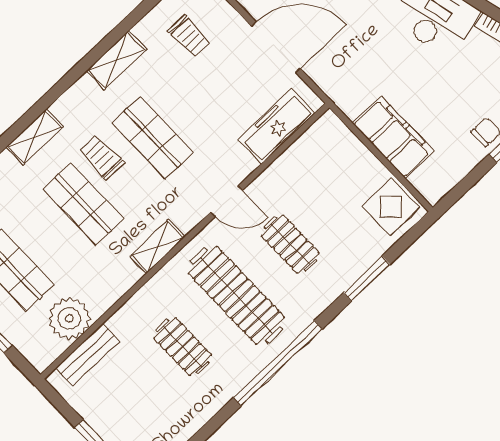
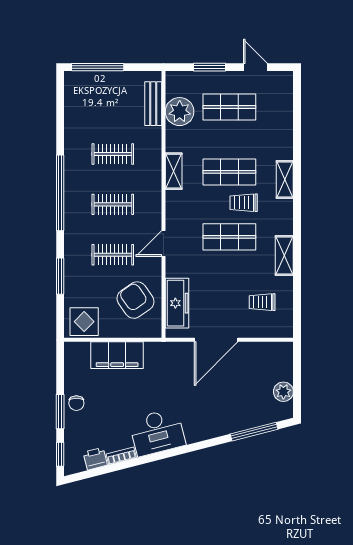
trolley: (102, 157) -> (244, 203), turned 180
armchair: (316, 174) -> (135, 300), added
shelving: (158, 247) -> (174, 171), moved
clothes rail: (236, 295) -> (113, 204), width x0.54, depth x0.76

